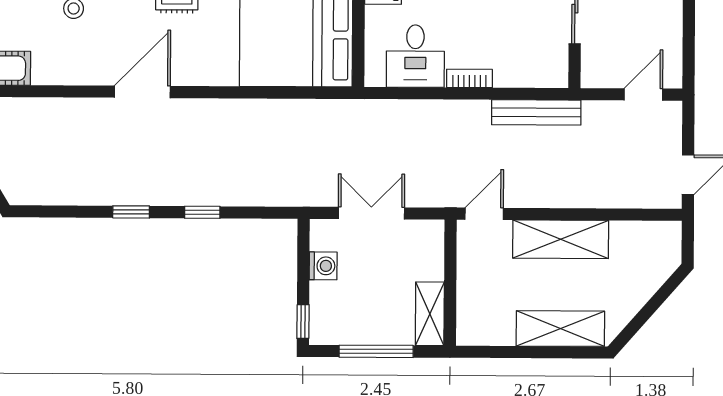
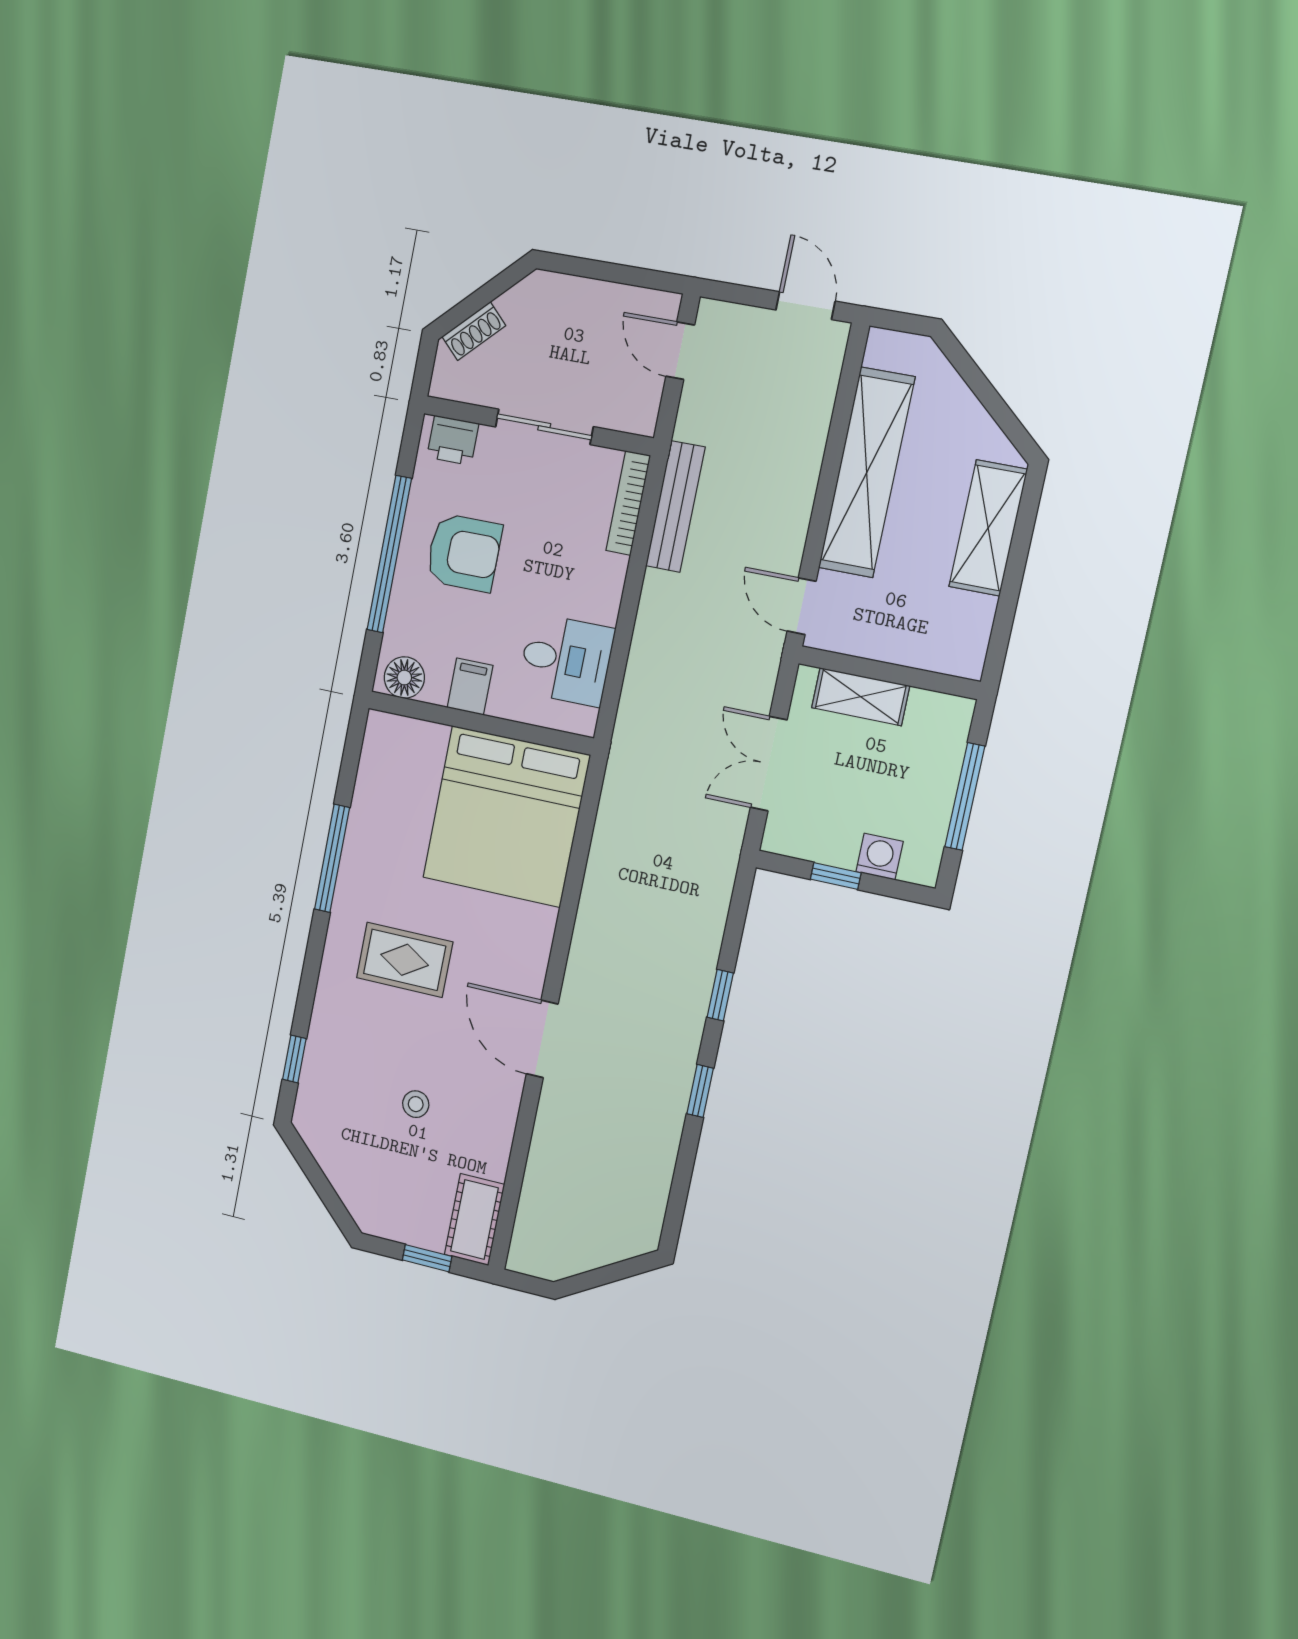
bookcase: (469, 78) -> (628, 503), moved, width x1.56
shelving: (561, 239) -> (867, 473), width x1.47
washing machine: (323, 266) -> (879, 857), moved
shelving: (430, 314) -> (861, 697), moved
window: (303, 322) -> (836, 876), moved

